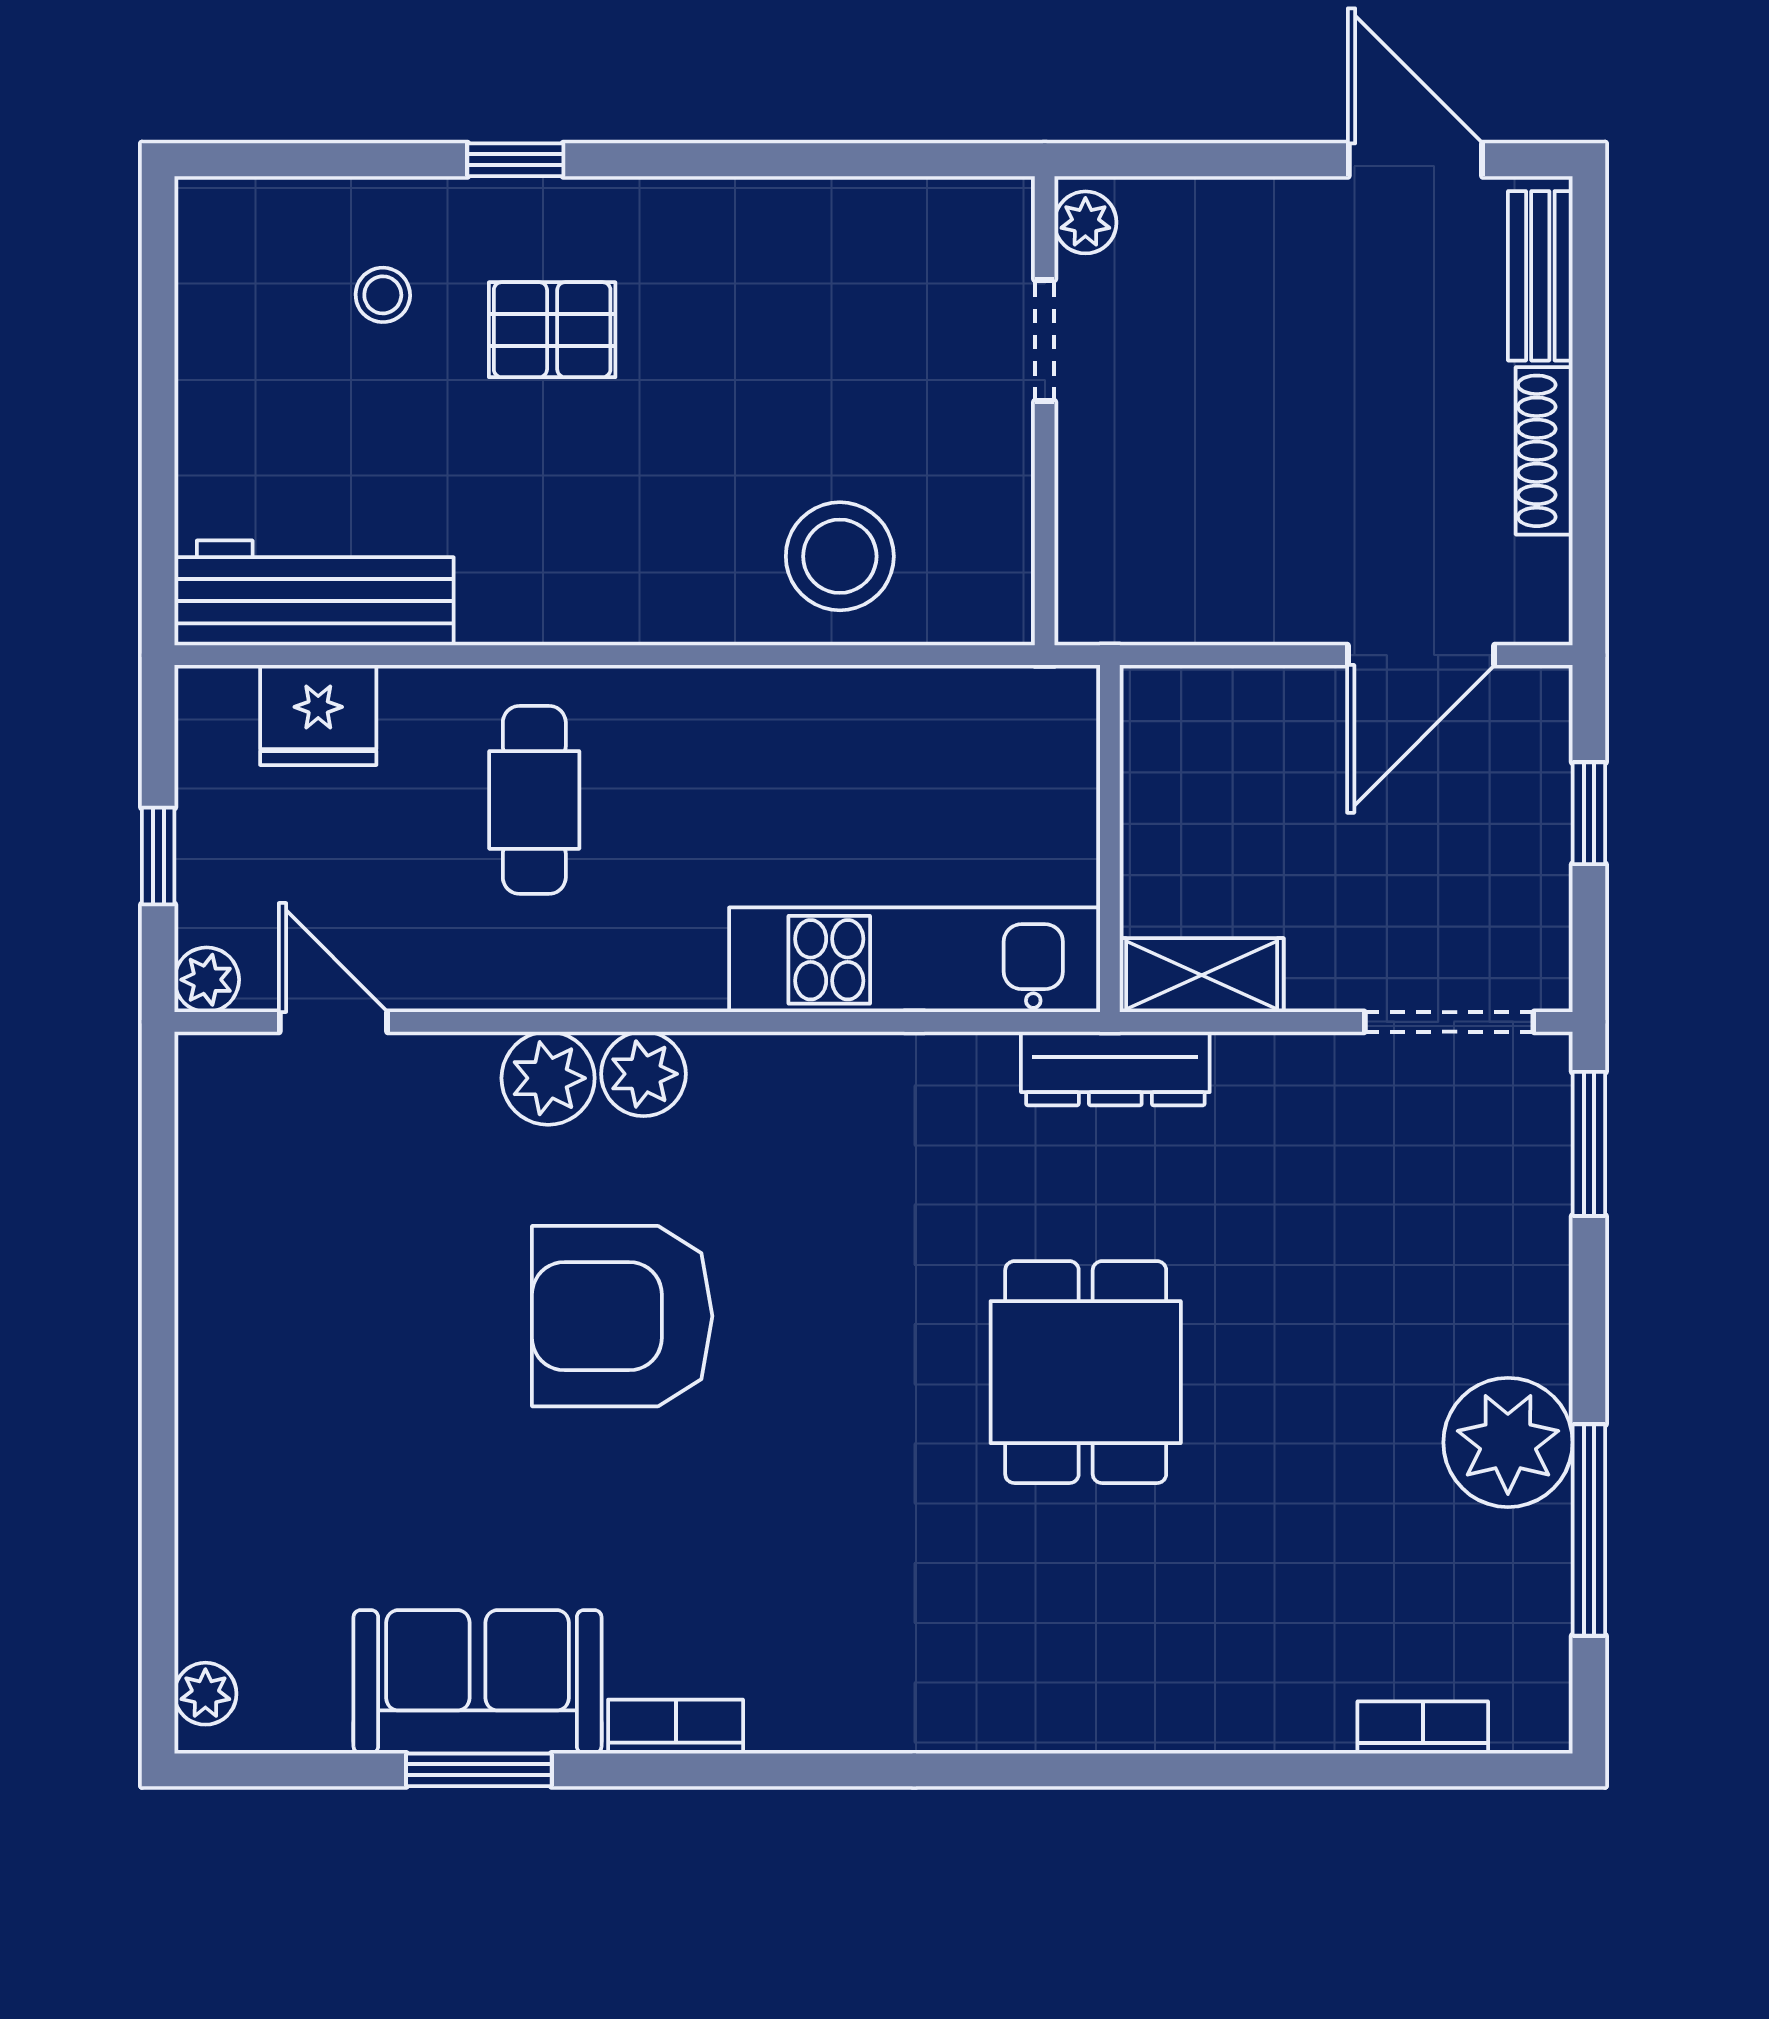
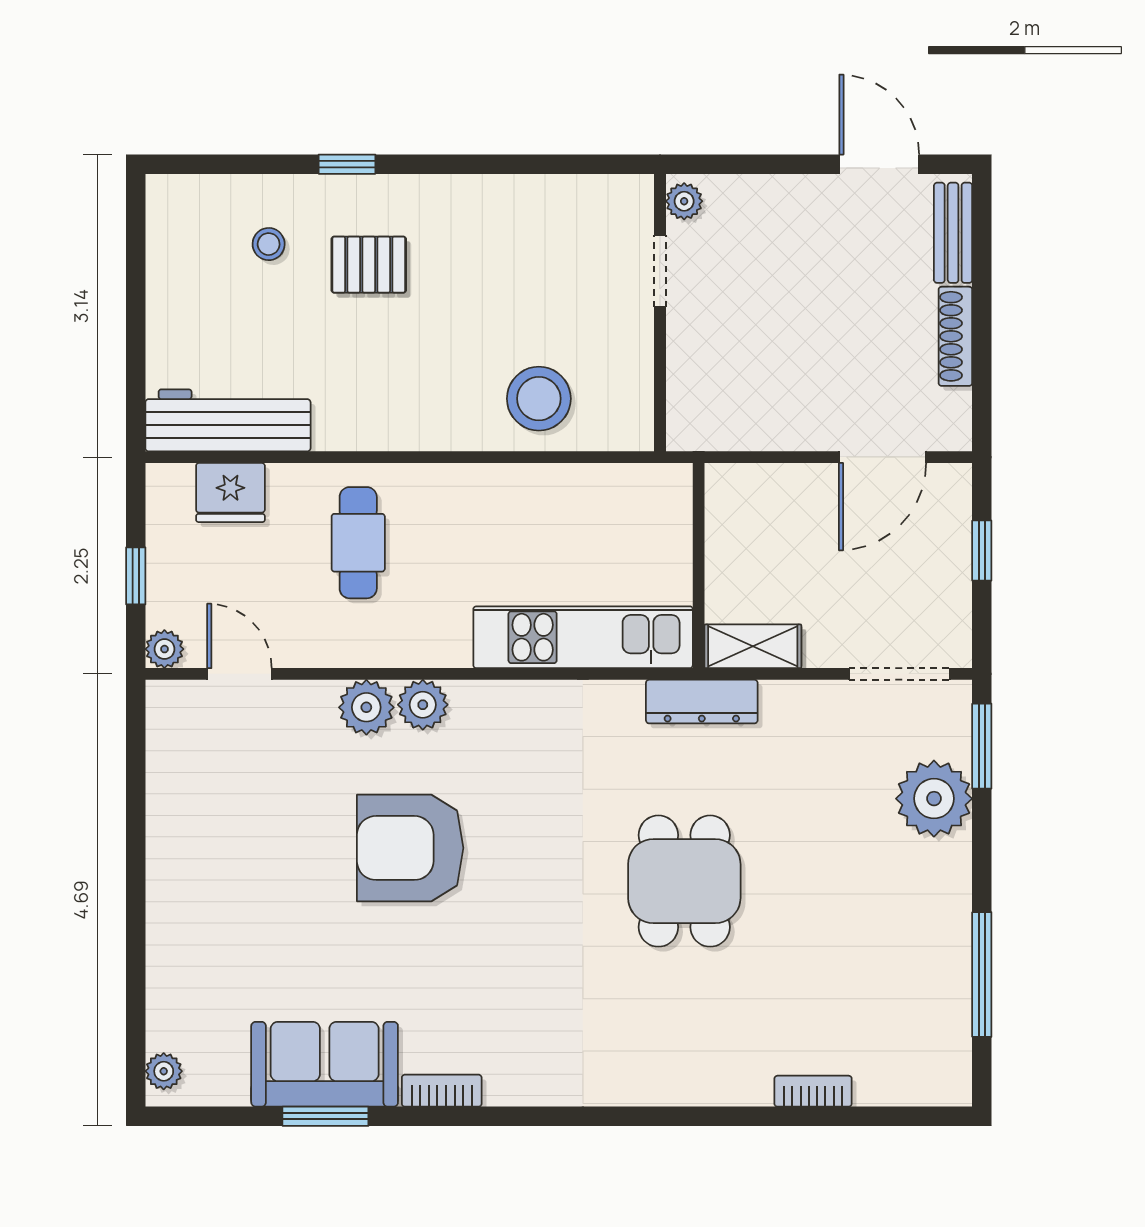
plant: (1508, 1442) -> (934, 799), moved
bookcase: (1423, 1727) -> (813, 1091), moved

